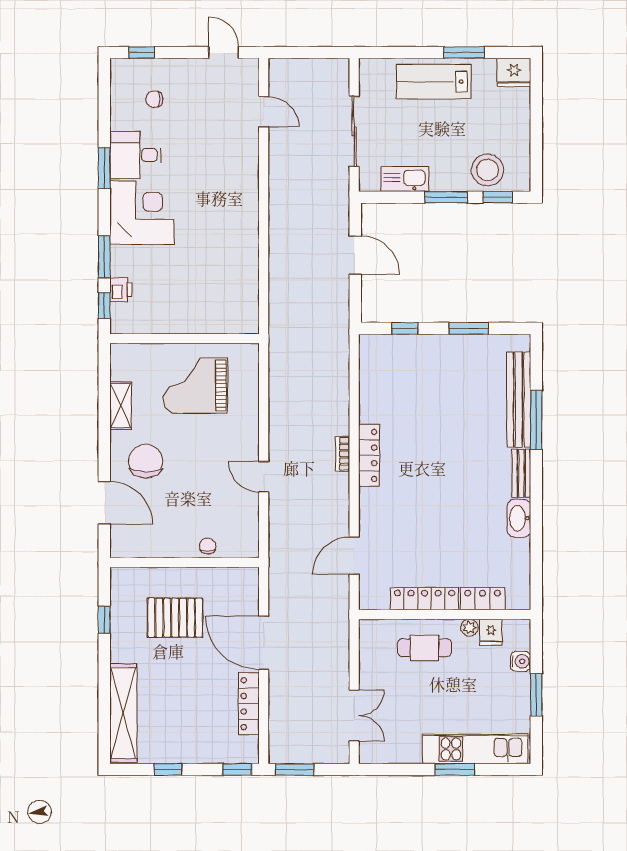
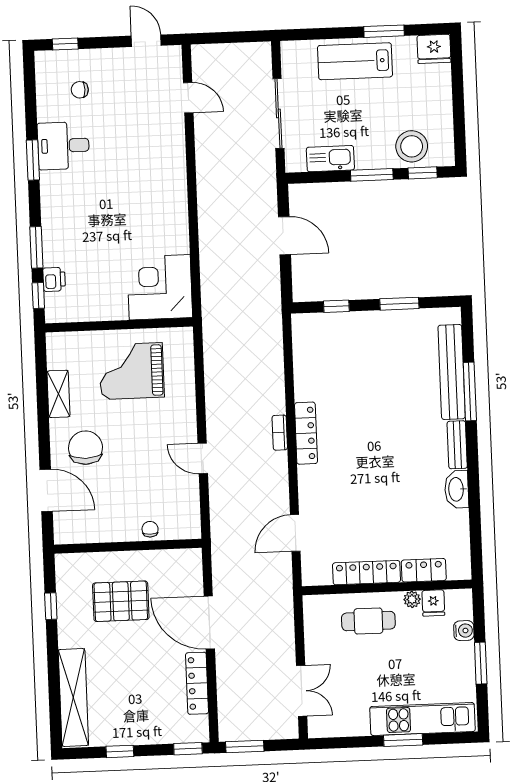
corner desk: (142, 213) -> (160, 287), moved, turned -90

